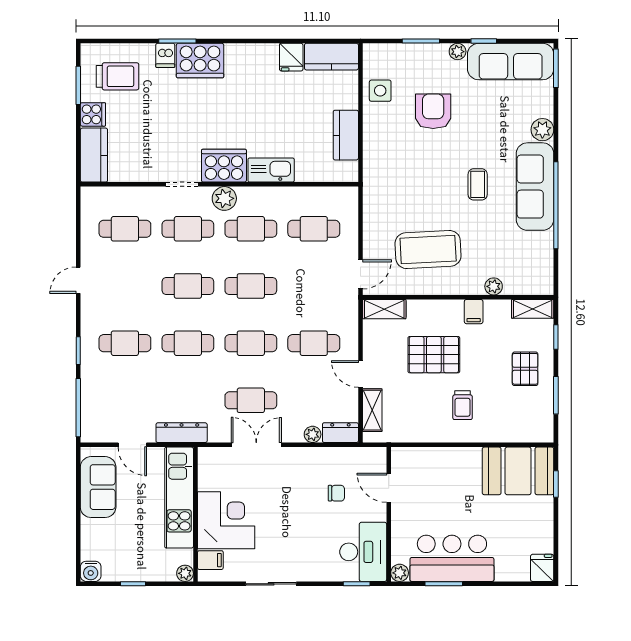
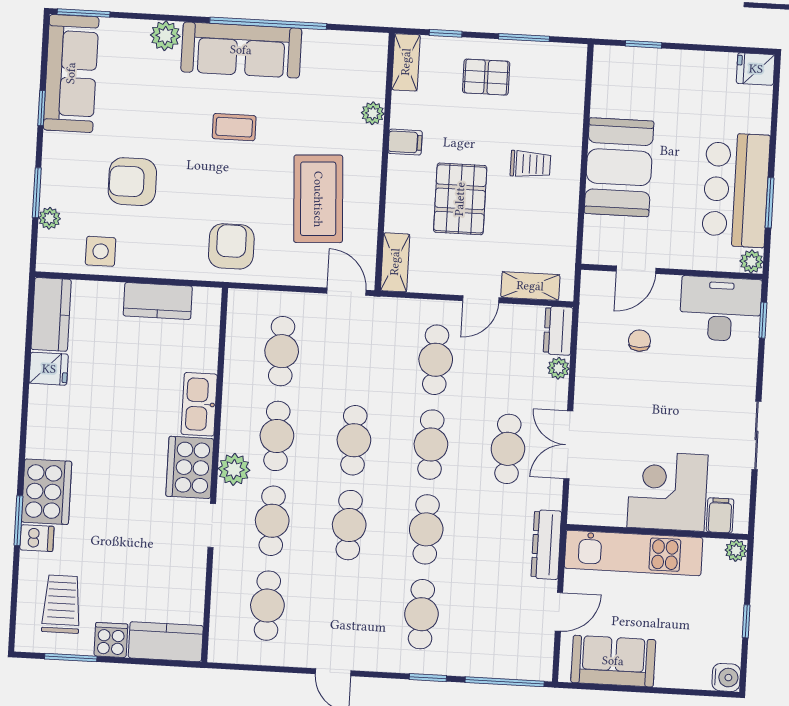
plant: (458, 52) -> (50, 218), moved
armchair: (389, 187) -> (231, 246), added
booth: (518, 471) -> (619, 167), moved

